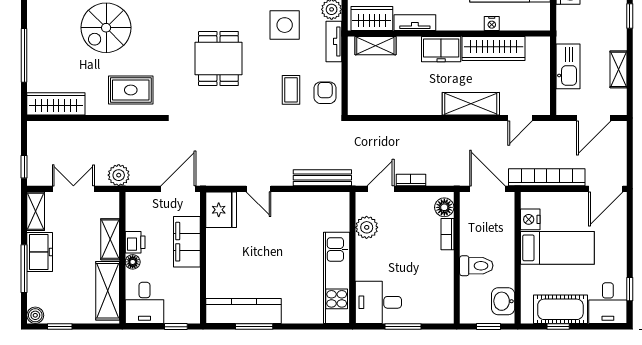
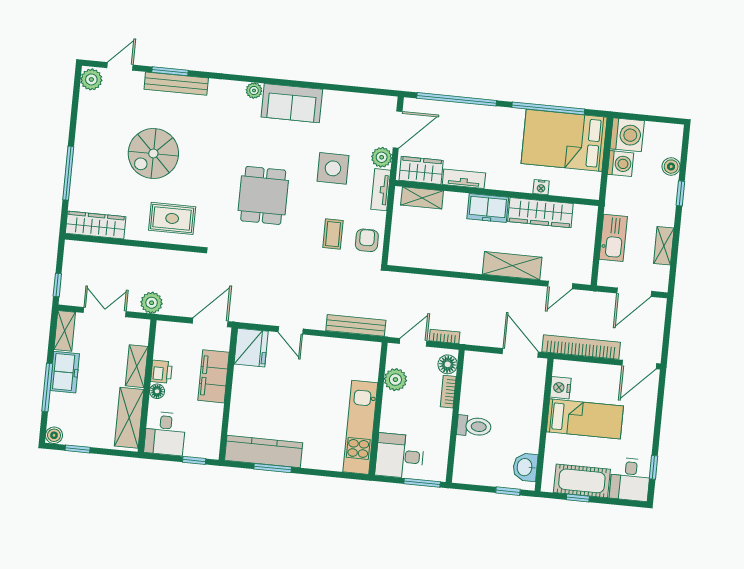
floor lamp: (444, 207) -> (448, 364), moved
bookcase: (447, 234) -> (448, 392), moved
wall: (457, 258) -> (455, 416), moved
toilet: (476, 266) -> (474, 426), moved

